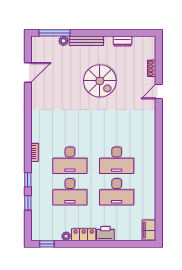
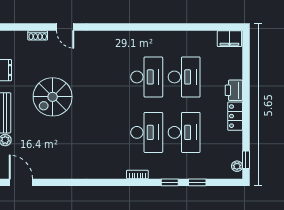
door: (28, 73) -> (21, 182), moved
spiral stairs: (100, 81) -> (53, 97), turned 180
plant: (66, 236) -> (237, 166), moved

